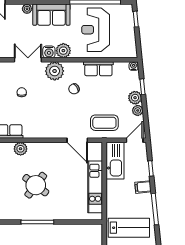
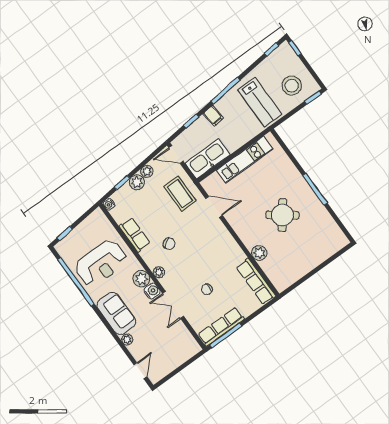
plant: (55, 71) -> (159, 272), width x0.53, depth x0.53
door: (77, 140) -> (214, 207), hinge flipped
lab bench: (129, 228) -> (260, 102), turned 180

